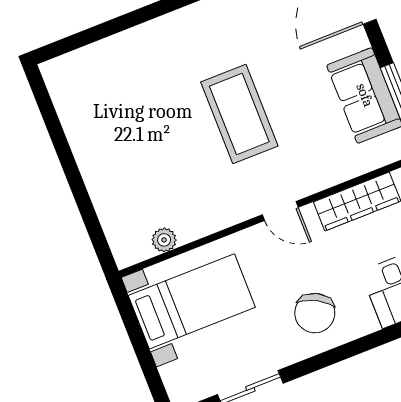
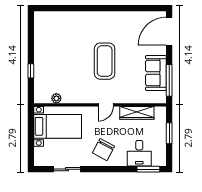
window: (83, 201) -> (31, 71), added
door: (280, 211) -> (106, 105), hinge flipped

